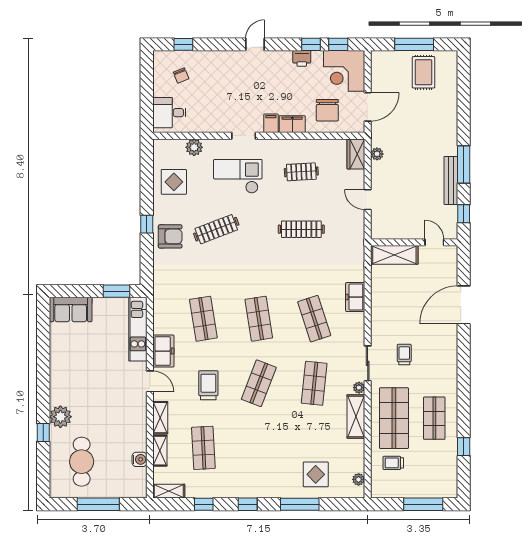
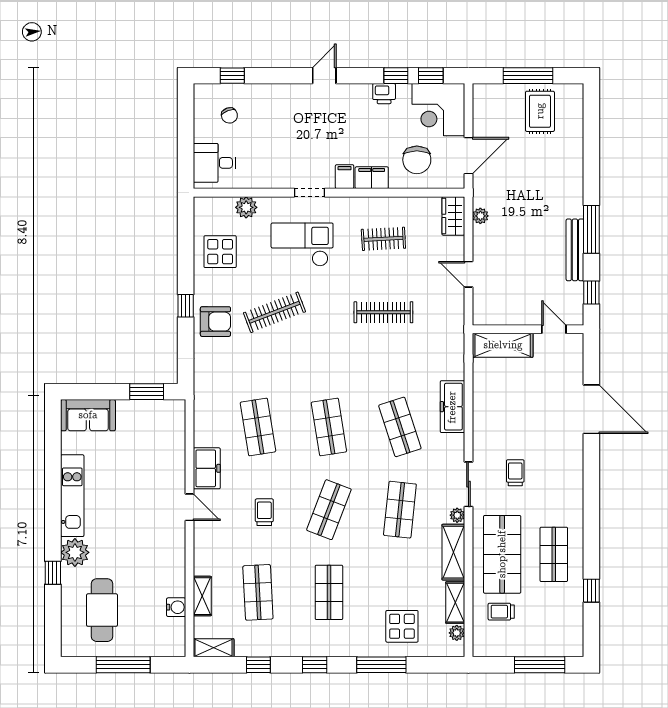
freezer: (355, 297) -> (452, 407), width x1.40
door: (464, 305) -> (591, 409), swing flipped
kitchen unit: (138, 329) -> (72, 496), moved, turned 180
trolley: (208, 385) -> (264, 512), width x0.73, depth x0.72
shelving: (160, 418) -> (455, 603), moved
shop shelf: (259, 448) -> (329, 592), added

